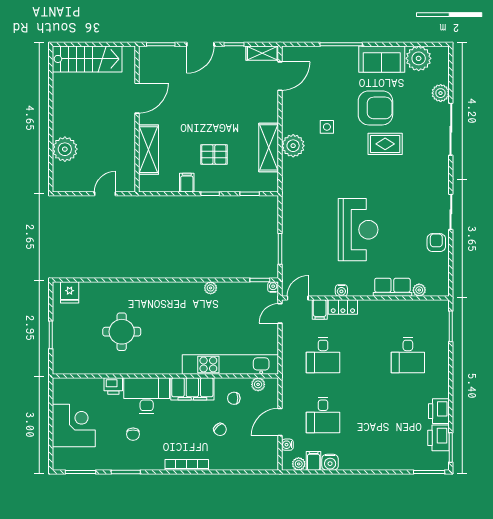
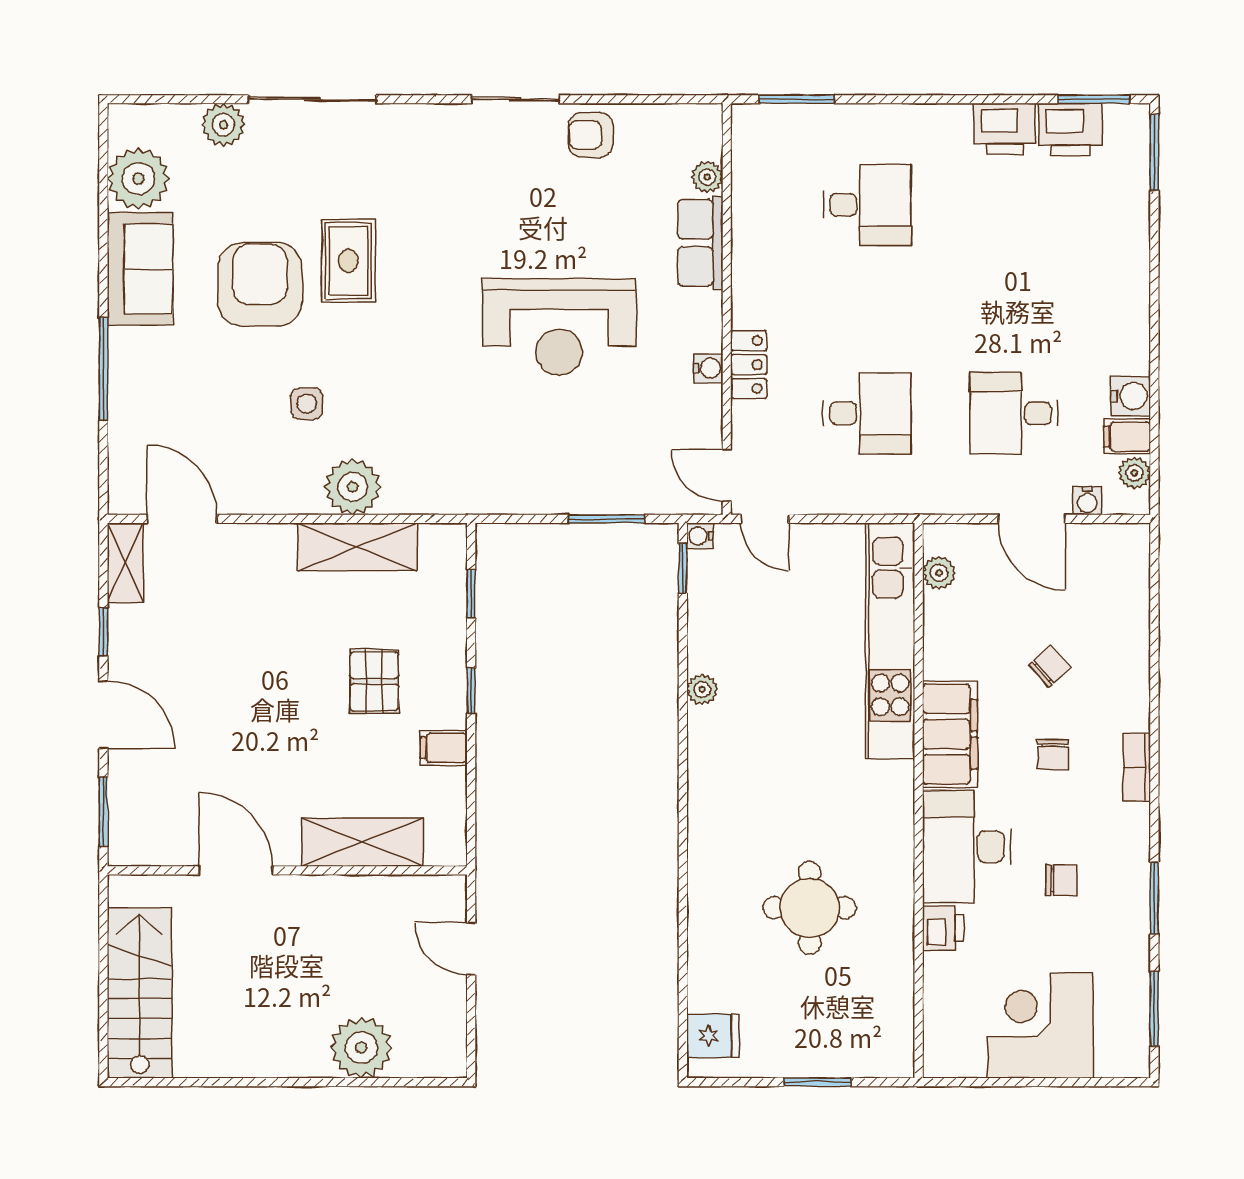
reception desk: (358, 230) -> (559, 327), turned 180
filing cabinet: (320, 309) -> (755, 422), removed
chair: (234, 398) -> (1053, 755), moved
desk: (323, 415) -> (1014, 413), turned 180
bookcase: (187, 465) -> (1137, 767), width x0.64

